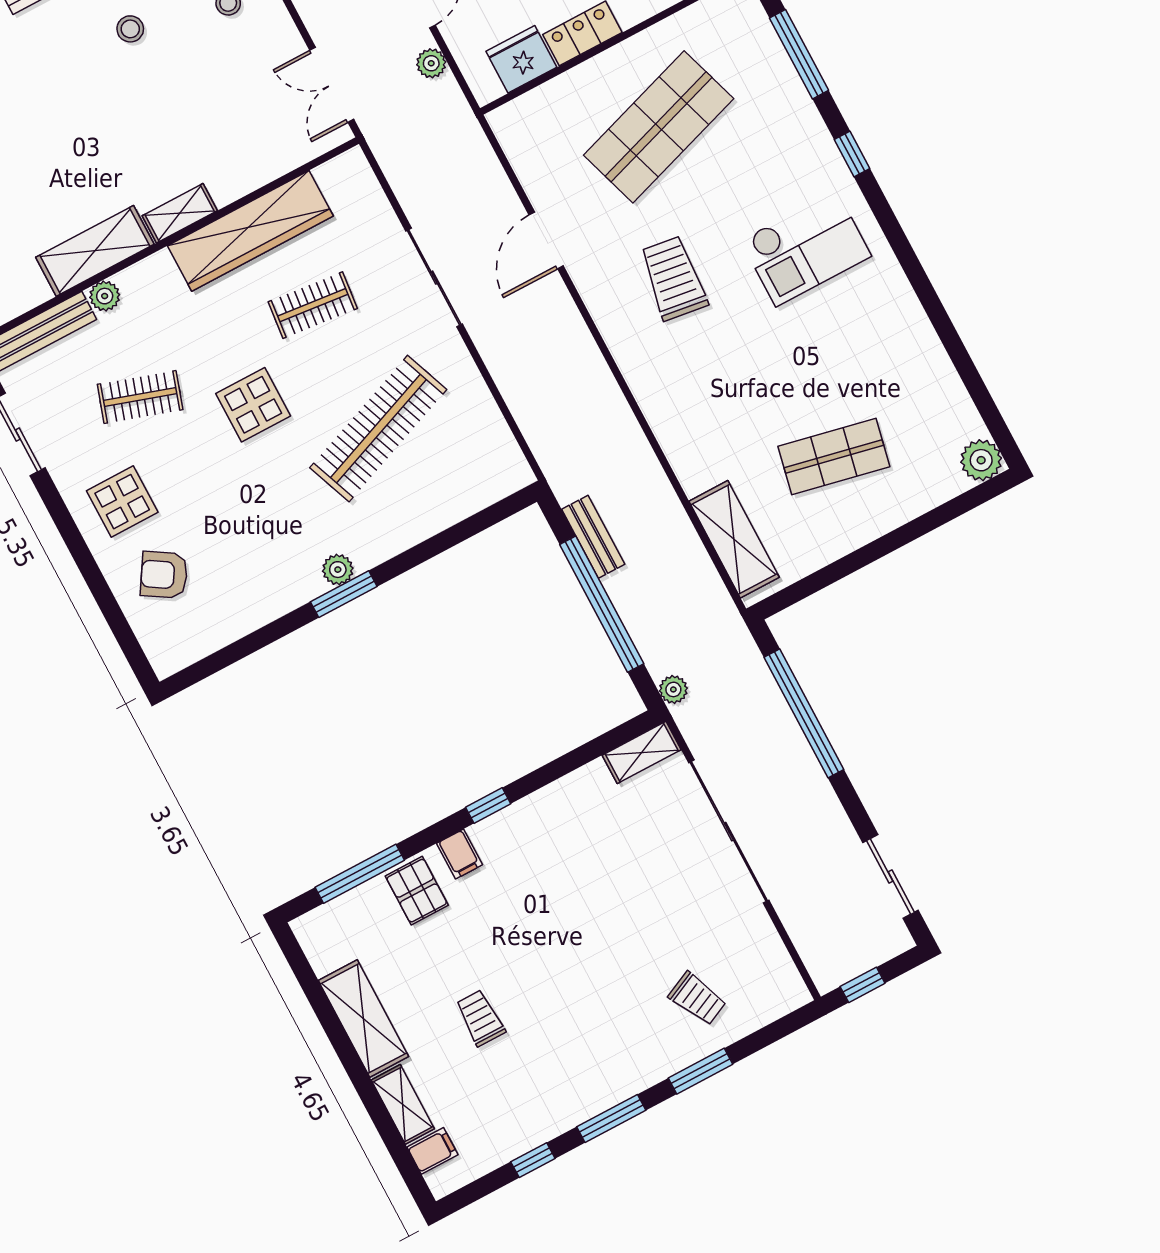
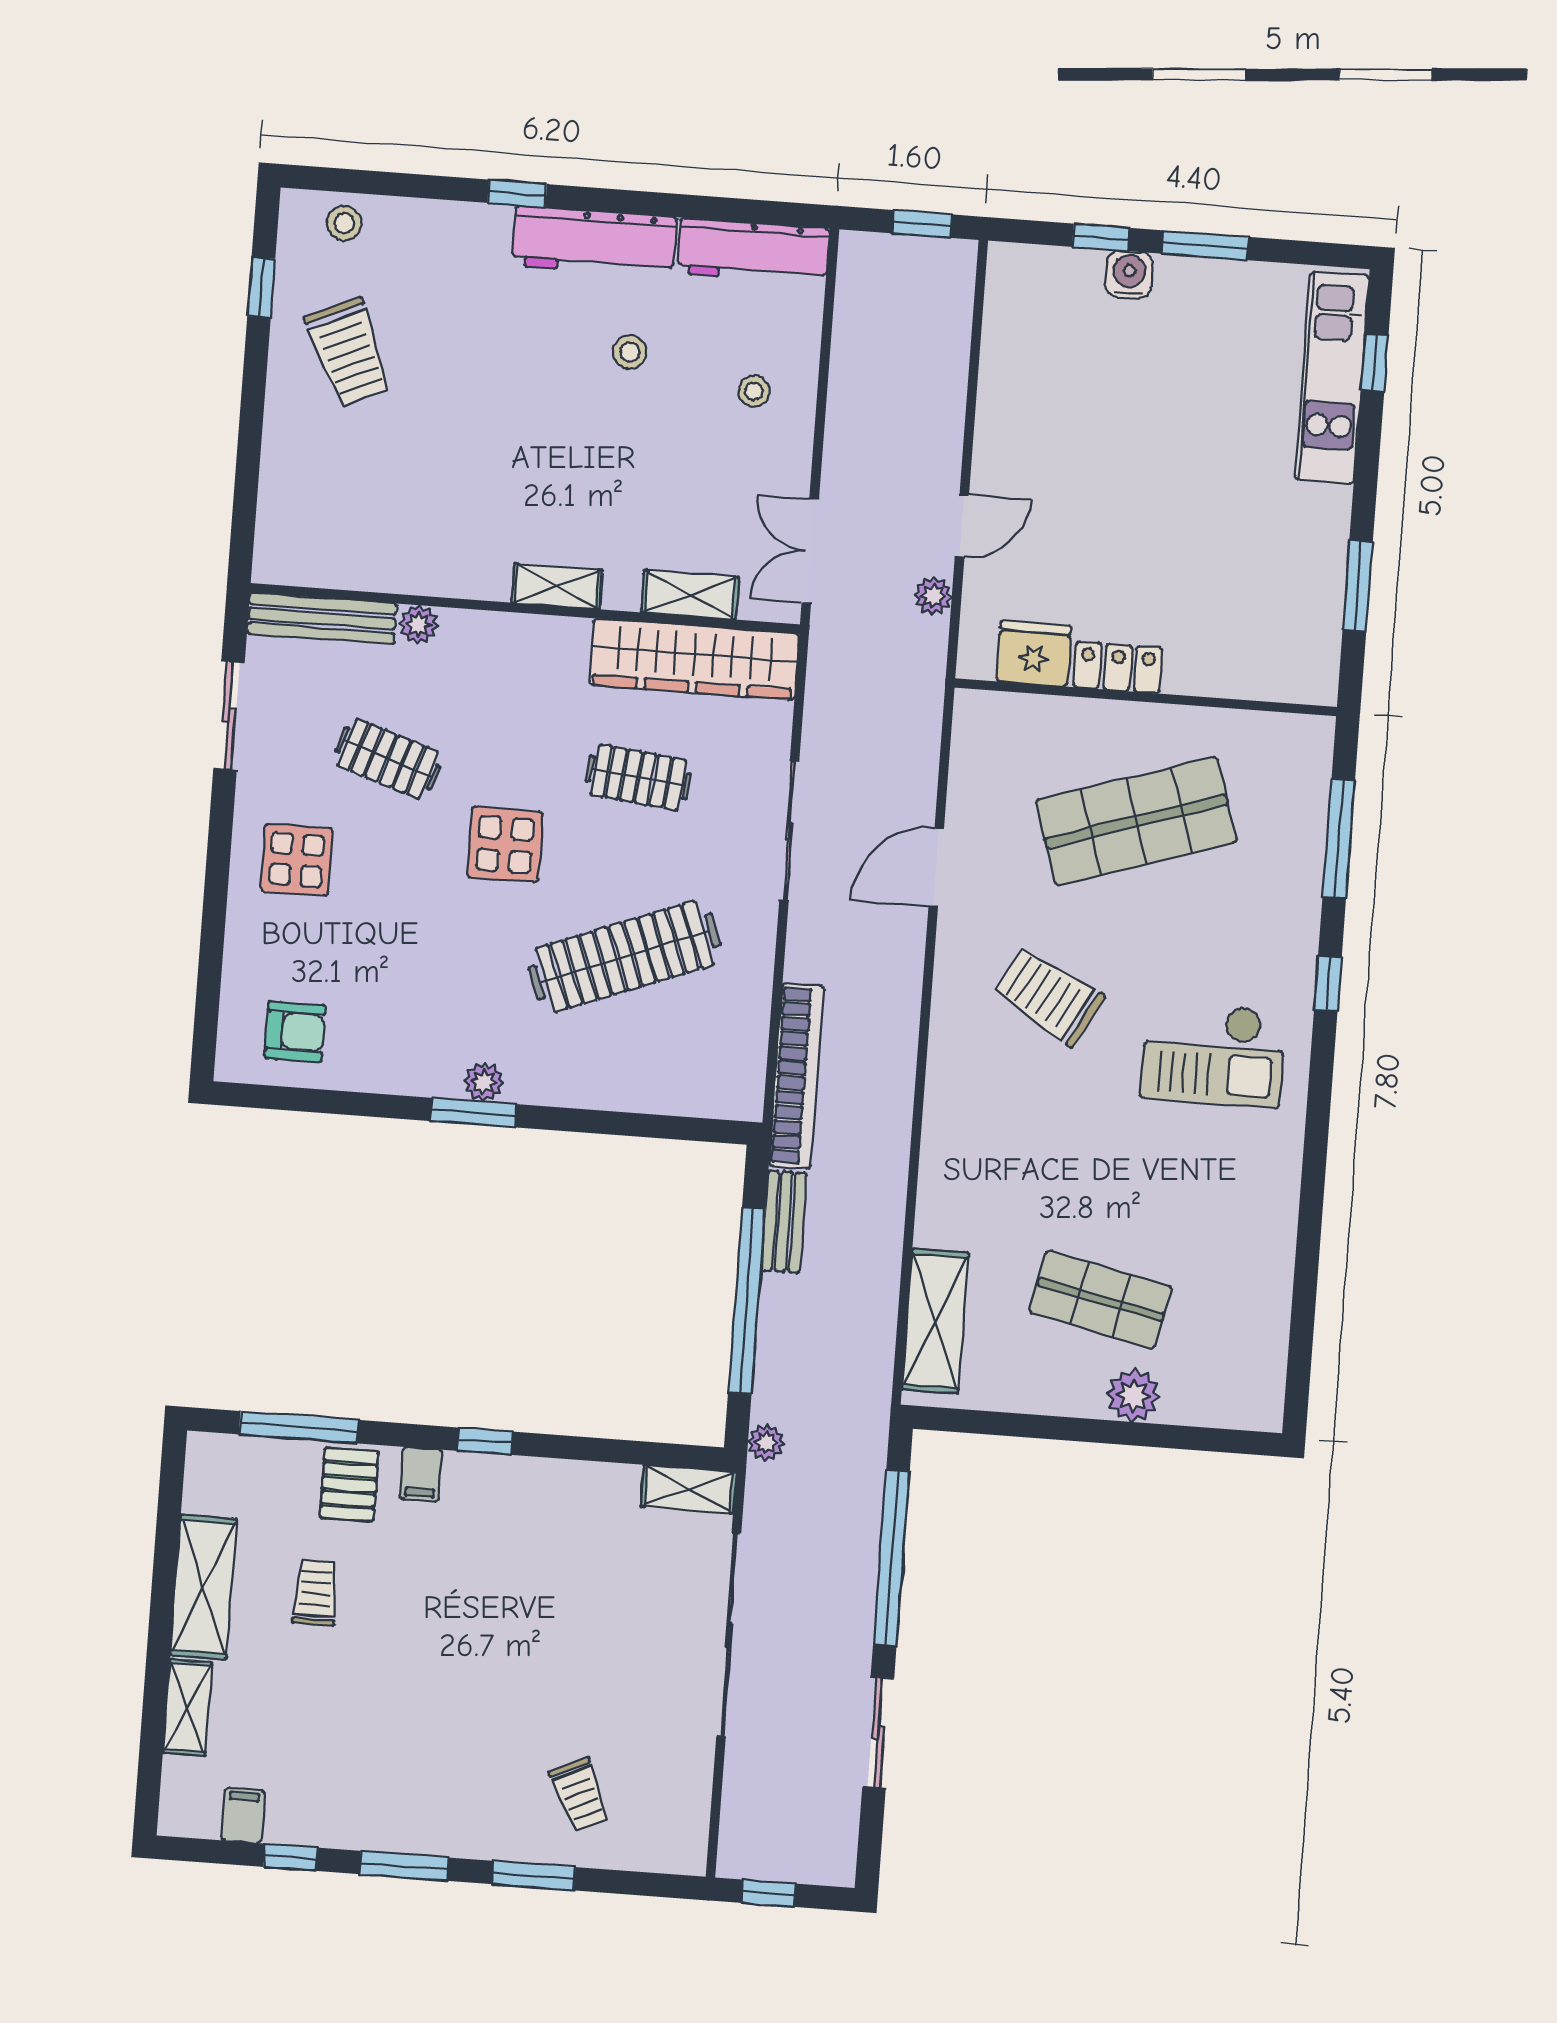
wardrobe: (250, 231) -> (694, 659), moved
shelving: (95, 251) -> (690, 595), moved, width x0.67, depth x0.75
trolley: (674, 278) -> (1049, 996), turned -69
bookcase: (541, 436) -> (796, 1076), added
plant: (981, 460) -> (1133, 1395), moved
armchair: (164, 575) -> (295, 1032), moved, turned 148
sliding door: (891, 877) -> (878, 1733), moved
trolley: (480, 1018) -> (315, 1592), moved
filing cabinet: (432, 1151) -> (243, 1815), moved, turned -90

